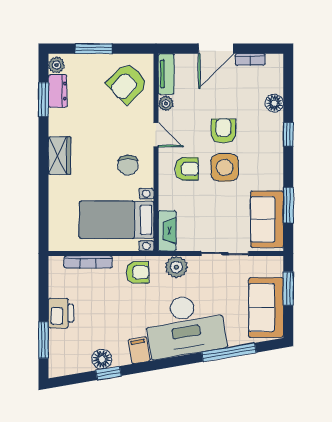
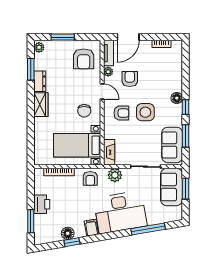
door: (216, 49) -> (128, 37), moved
armchair: (127, 83) -> (84, 59), turned -45
dresser: (58, 91) -> (40, 81), moved
floor lamp: (274, 103) -> (177, 98), moved
armchair: (223, 131) -> (130, 79), moved
window: (288, 134) -> (186, 107), moved
armchair: (138, 272) -> (90, 178), turned 91
sofa: (266, 308) -> (172, 187), moved

